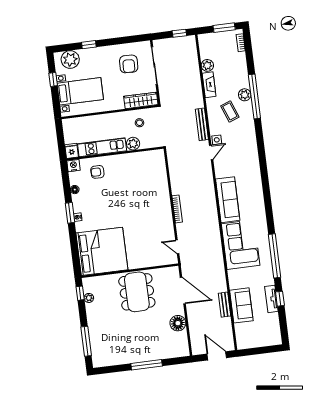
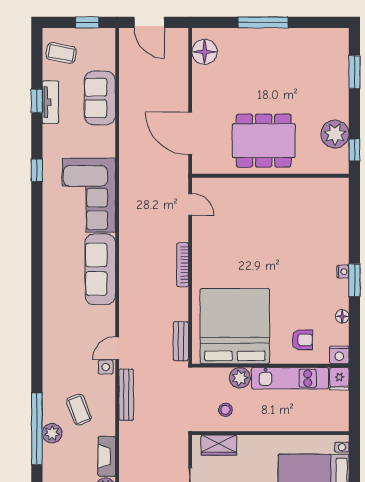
wardrobe: (141, 100) -> (219, 445), width x0.67
bed: (102, 251) -> (235, 326), moved, turned 90
window: (275, 256) -> (37, 170), width x0.32
dining table: (137, 292) -> (264, 141), turned 90
plant: (89, 298) -> (335, 134), width x1.88, depth x1.88
bench: (225, 305) -> (181, 341), moved
floor lamp: (178, 323) -> (205, 52), moved
coffee table: (269, 330) -> (61, 53), added
window: (86, 341) -> (354, 72), width x0.69
window: (255, 351) -> (87, 22), added

